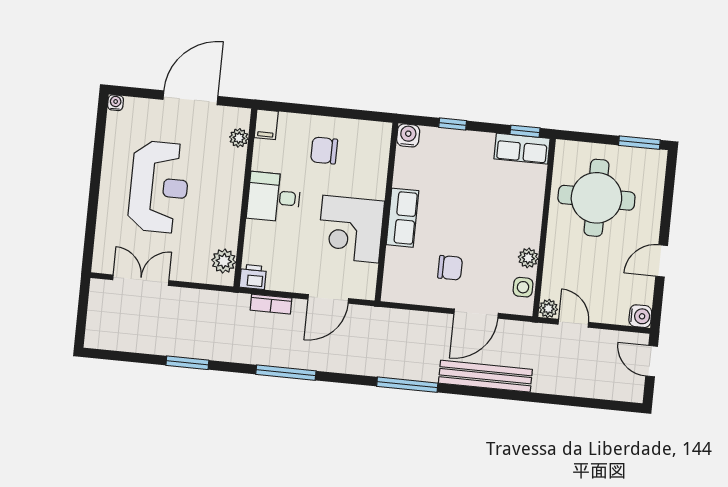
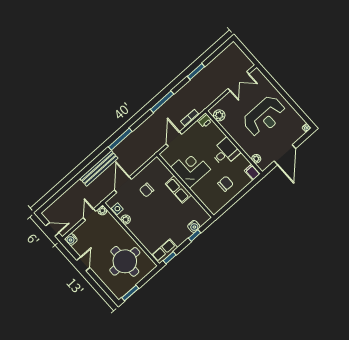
water cooler: (408, 135) -> (194, 226), moved
reception desk: (159, 187) -> (264, 116), turned -90
door: (573, 323) -> (89, 214), swing flipped

